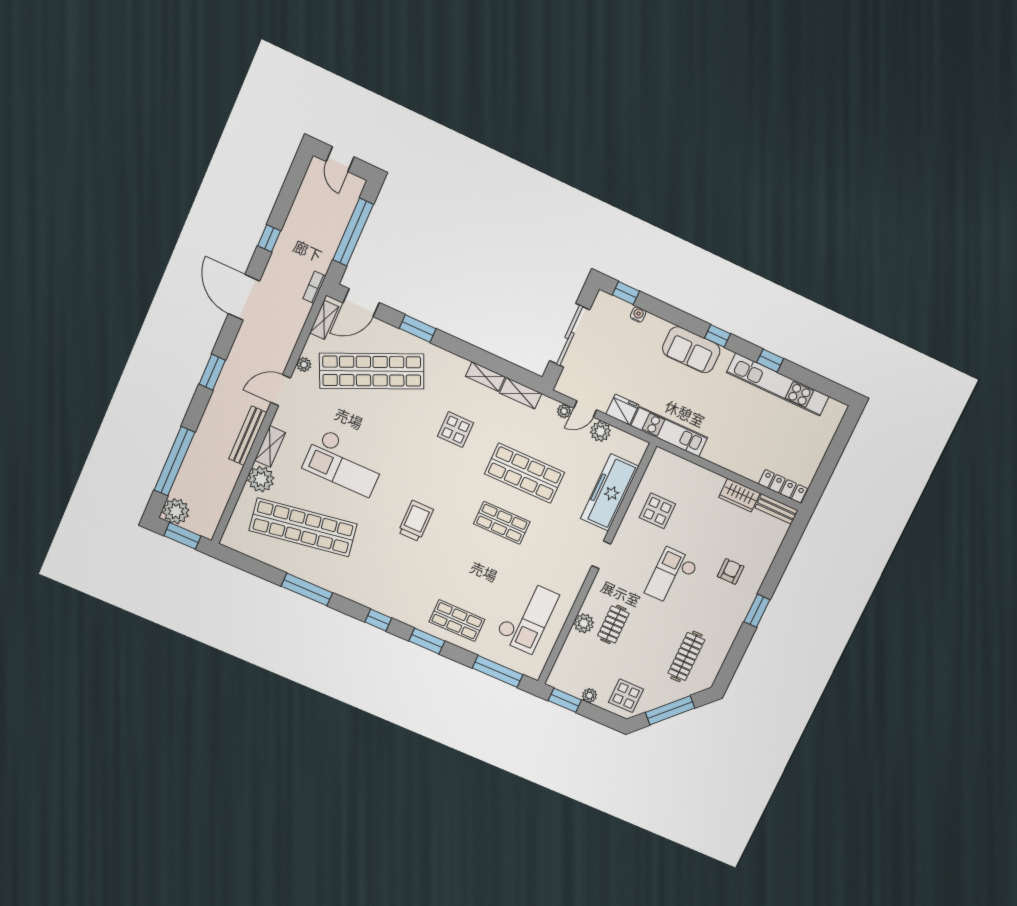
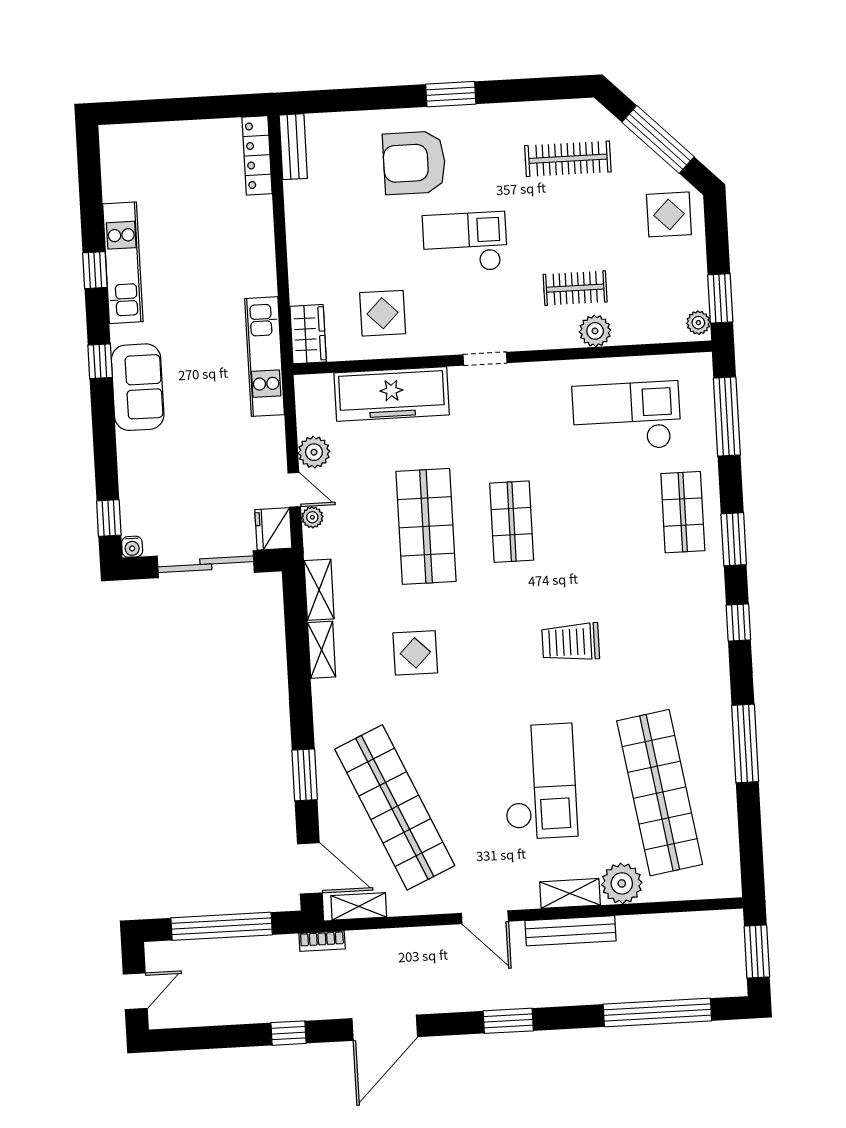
water cooler: (638, 314) -> (132, 547), moved, turned -90
plant: (304, 365) -> (434, 903), removed
kitchen unit: (778, 385) -> (123, 263), width x0.73
fridge: (622, 410) -> (273, 529), moved
wardrobe: (739, 495) -> (308, 334), moved
plant: (176, 511) -> (726, 977), removed
armchair: (731, 571) -> (414, 163), width x1.88, depth x1.88
checkout: (672, 577) -> (465, 242), turned 180
plant: (589, 695) -> (698, 323), moved

